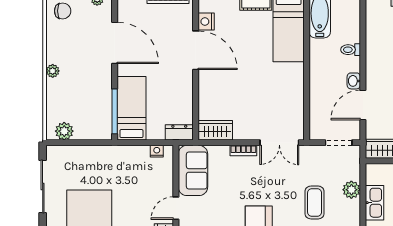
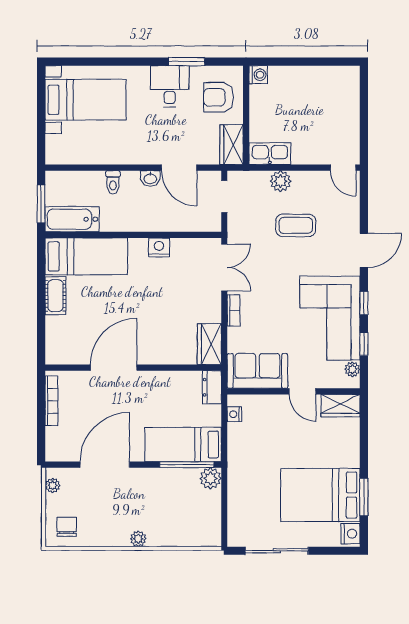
nightstand: (206, 22) -> (159, 247), moved, turned 180
plant: (64, 131) -> (210, 478), moved
kitchen sink: (374, 203) -> (270, 154), moved

